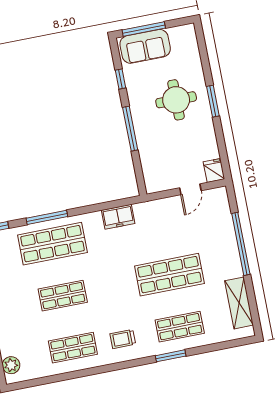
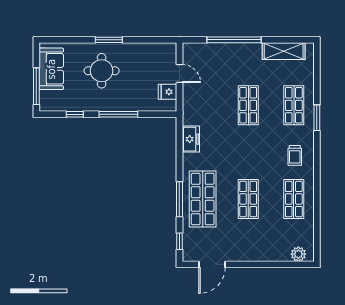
sofa: (145, 46) -> (51, 69), moved
fridge: (214, 170) -> (168, 92), moved
shop shelf: (169, 275) -> (248, 105), width x0.70, depth x0.74

